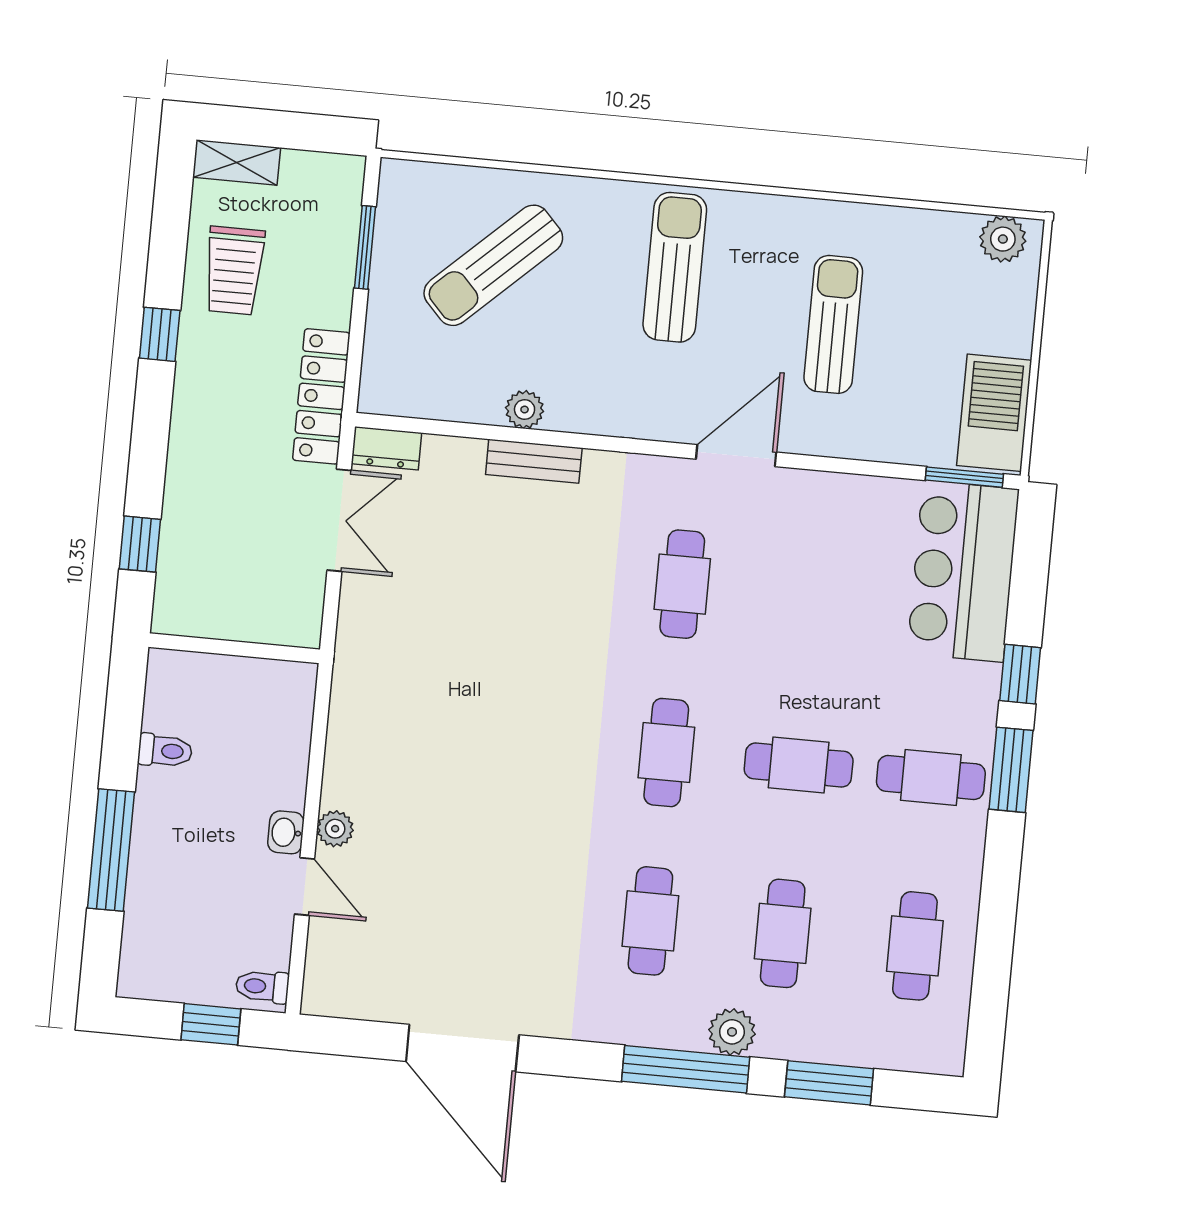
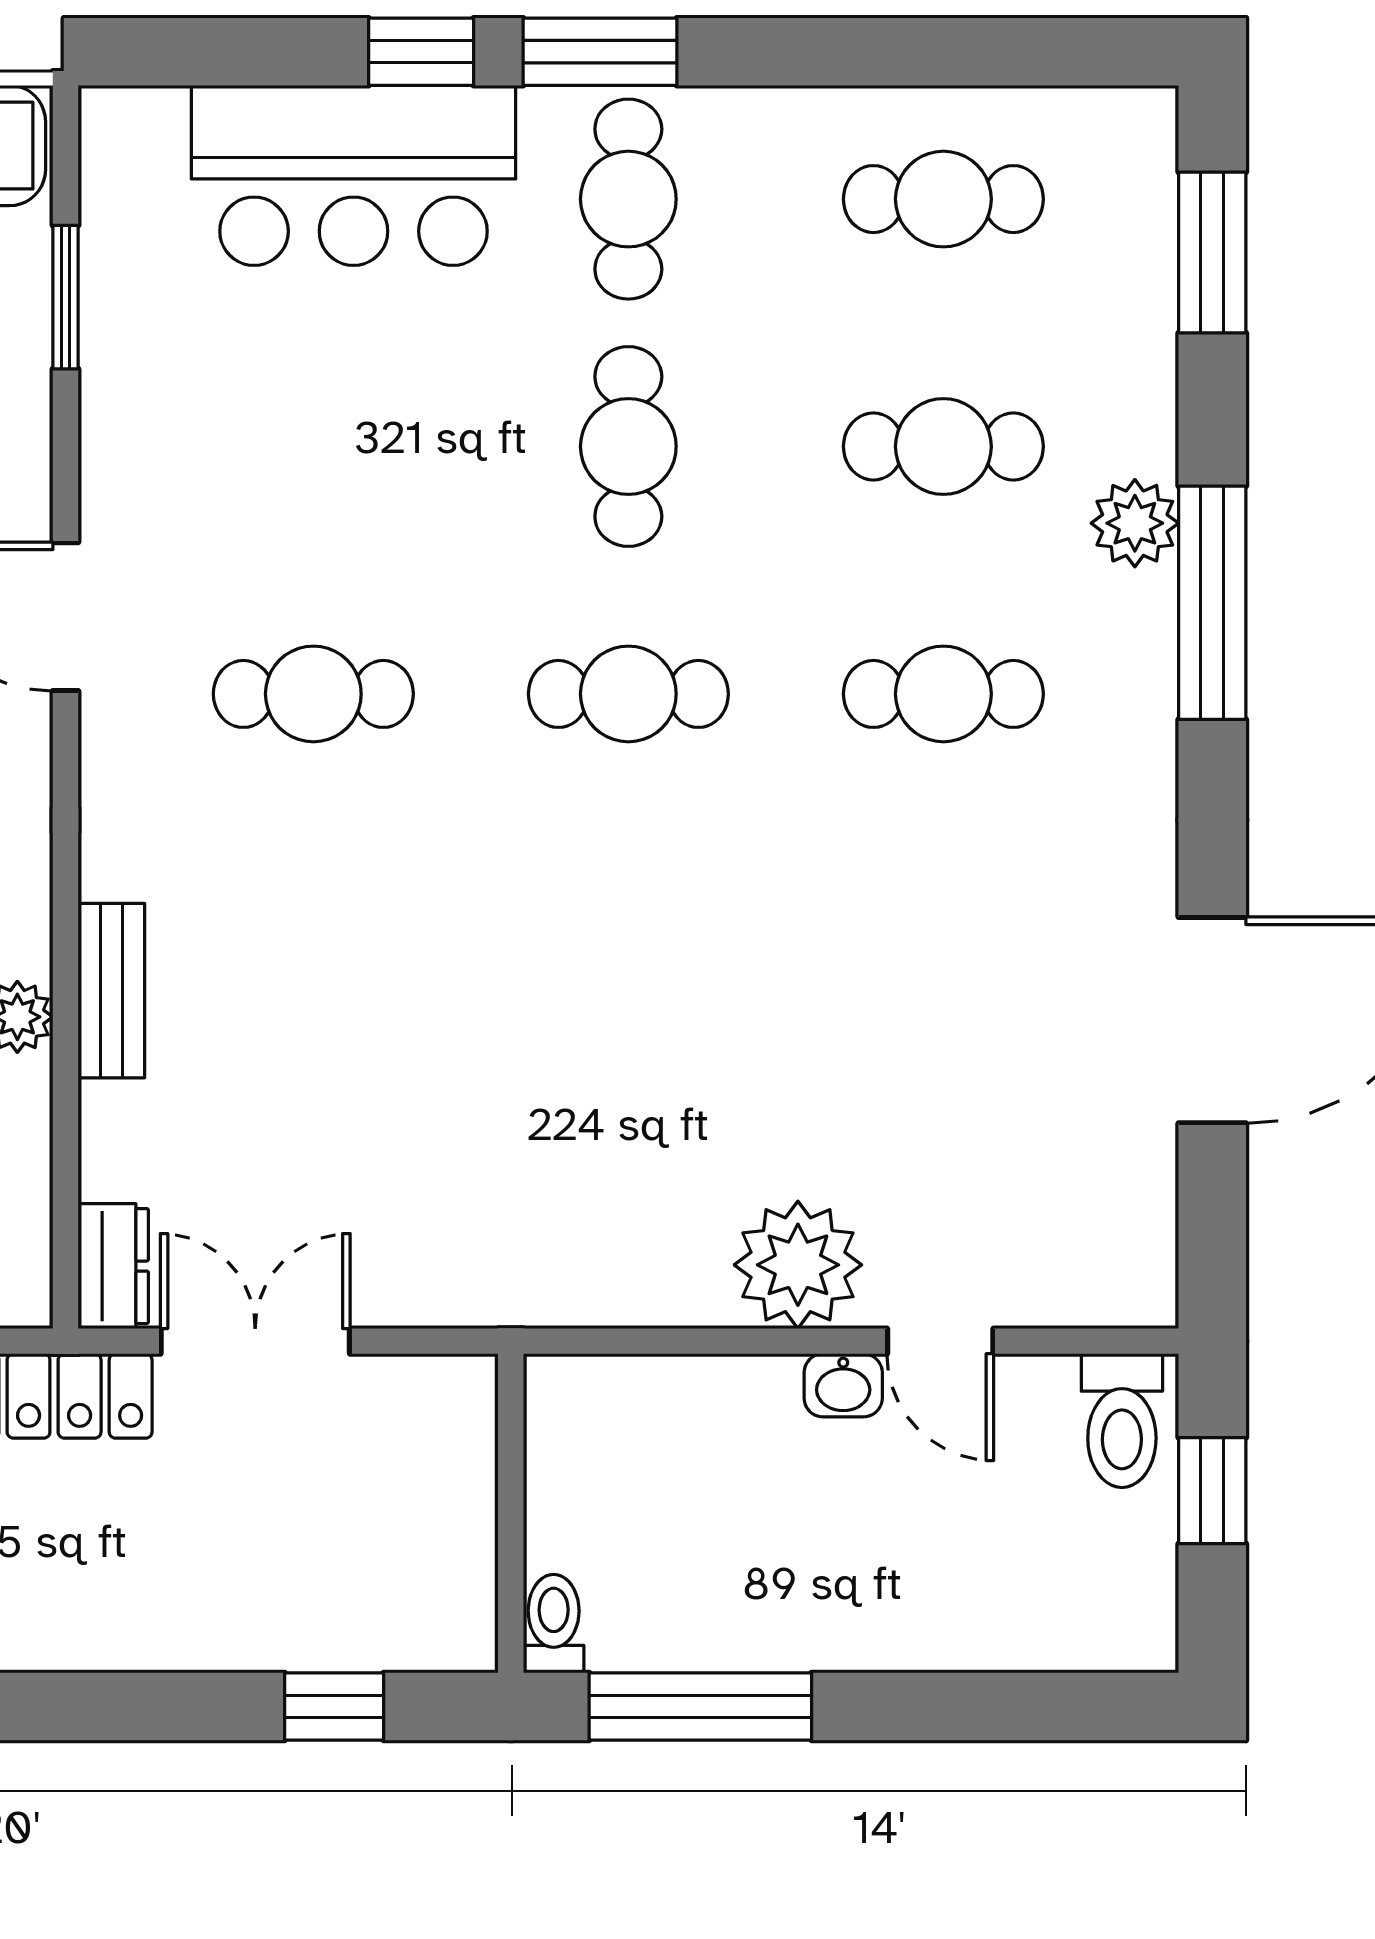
window: (964, 477) -> (66, 297), moved
bar counter: (963, 571) -> (354, 175), moved
toilet: (165, 751) -> (554, 1624), moved
plant: (335, 829) -> (798, 1265), width x1.87, depth x1.87
window: (111, 850) -> (700, 1707), moved
door: (305, 887) -> (940, 1341), swing flipped
toilet: (262, 986) -> (1122, 1421), width x1.37, depth x1.39
window: (829, 1083) -> (1212, 253), moved

